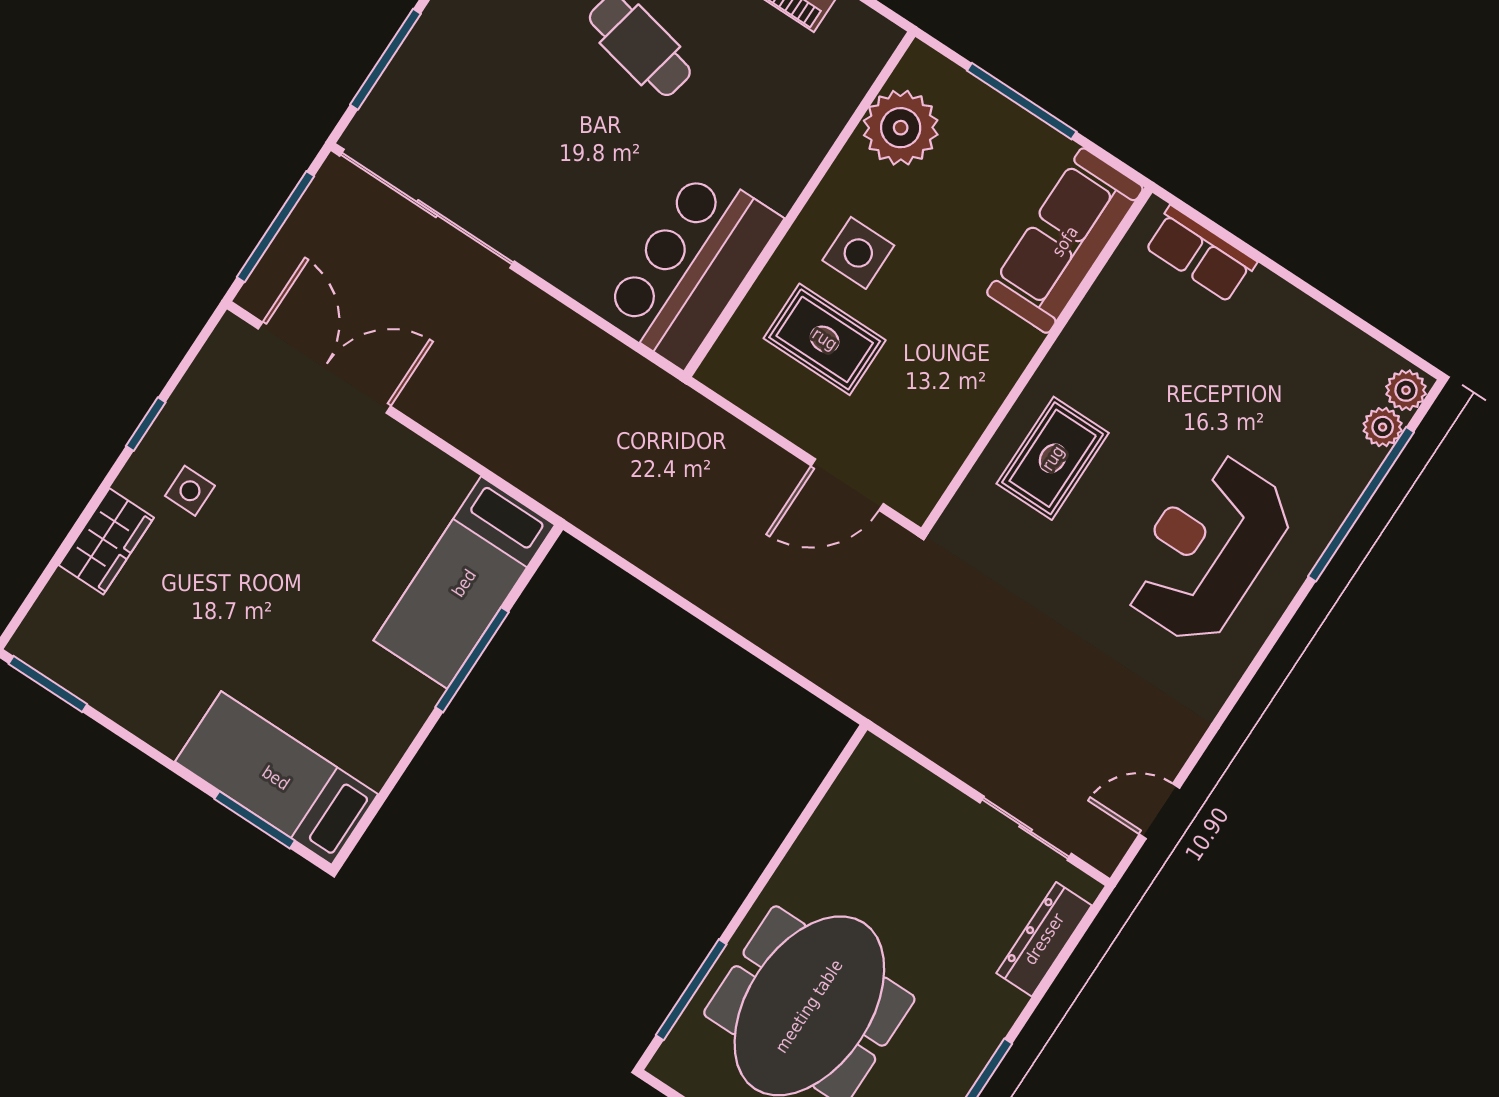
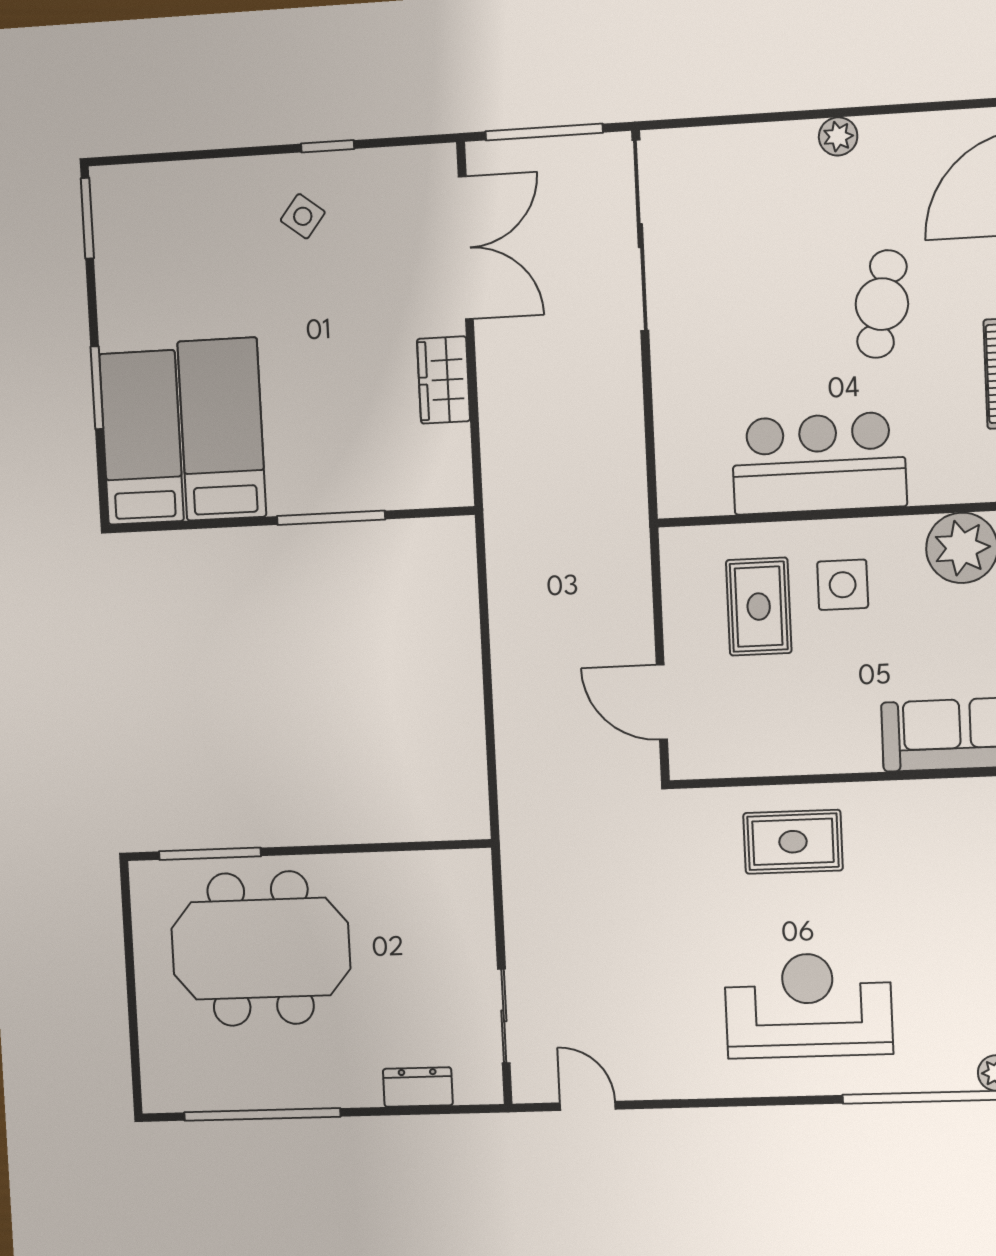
window: (385, 59) -> (731, 120), removed
bar counter: (692, 267) -> (819, 463), moved
side table: (190, 491) -> (303, 216), turned 38
wardrobe: (106, 541) -> (444, 380), moved, turned 90
bed: (464, 583) -> (222, 429), moved, turned 90
window: (255, 820) -> (97, 388), moved
dresser: (1044, 939) -> (418, 1087), width x0.70

